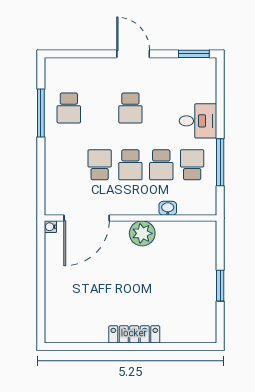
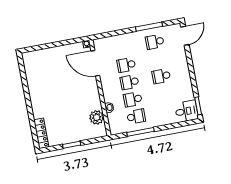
door: (133, 54) -> (185, 36), moved
desk: (198, 121) -> (186, 111), moved, turned -90
school desk: (100, 165) -> (126, 65), turned 180
plant: (142, 233) -> (97, 117), moved
locker: (134, 334) -> (41, 133), moved

